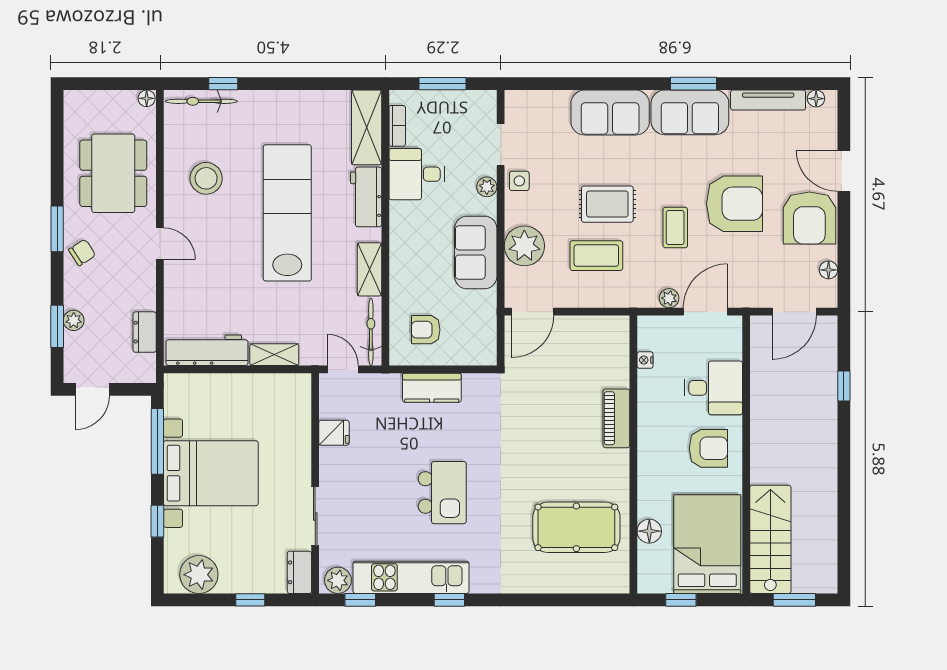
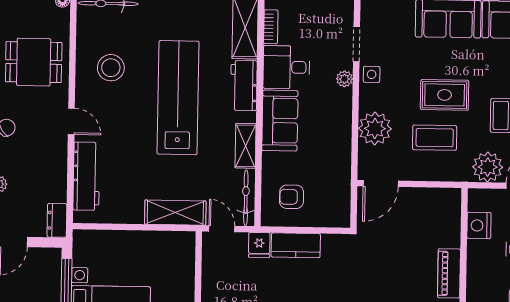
dining table: (113, 173) -> (34, 62), width x0.73
sofa: (476, 252) -> (280, 121), moved, turned 180
plant: (669, 298) -> (488, 167), width x1.87, depth x1.87
dresser: (145, 332) -> (57, 220), moved
workbench: (207, 350) -> (86, 176), moved, turned 90
shelving: (274, 355) -> (175, 213), width x1.50, depth x1.33
nightstand: (645, 360) -> (479, 225), width x1.89, depth x1.79
fridge: (334, 433) -> (259, 245), moved, turned 90

